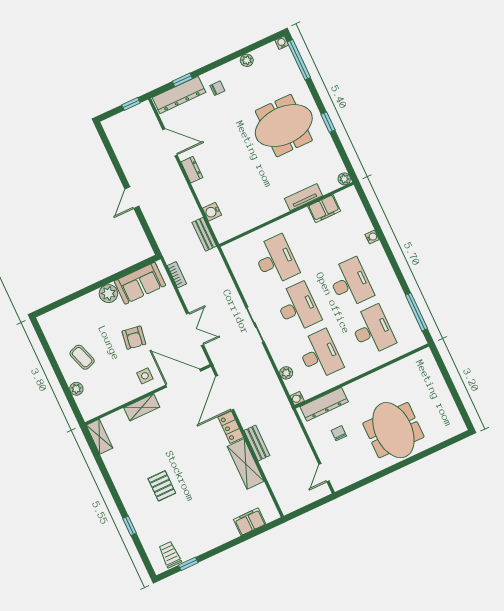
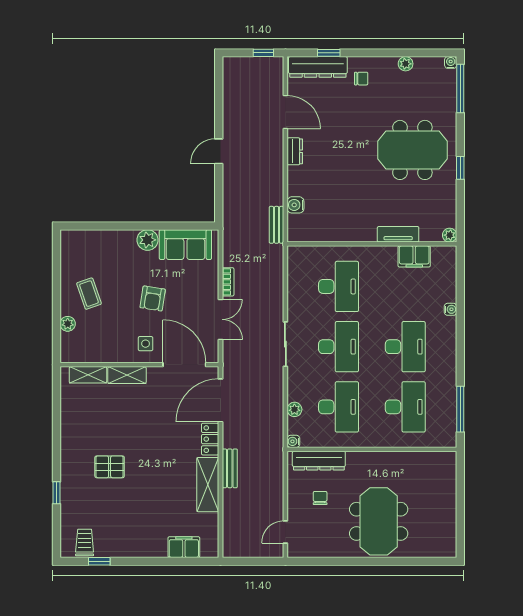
bookcase: (177, 275) -> (228, 282), moved
shelving: (99, 437) -> (88, 375), moved, turned 90
pallet: (162, 486) -> (110, 467), turned 90

